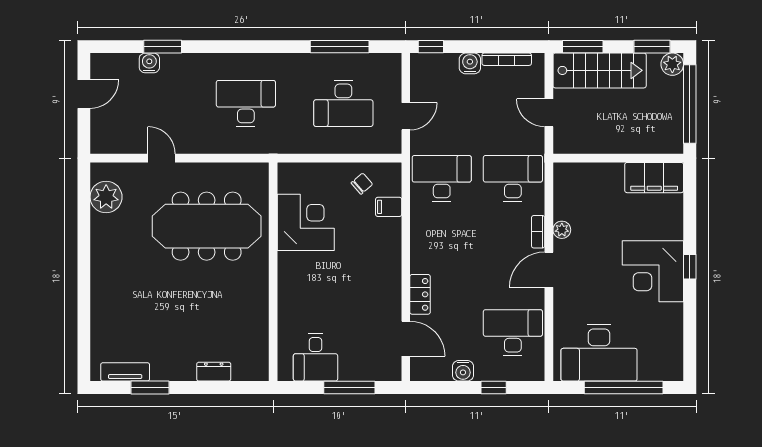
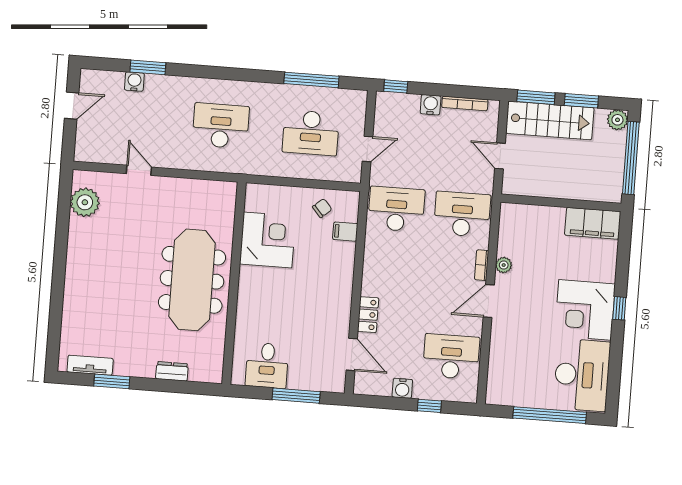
window: (652, 47) -> (581, 101), moved
meeting table: (207, 226) -> (192, 280), moved, turned 90
desk: (599, 353) -> (582, 375), moved, turned -90

